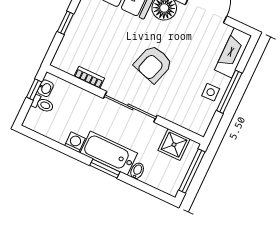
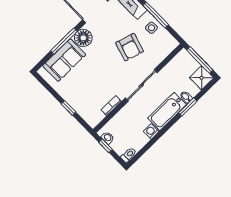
armchair: (153, 64) -> (130, 47), moved
toilet: (43, 104) -> (129, 155), moved
shower: (174, 145) -> (202, 78), moved
window: (105, 169) -> (188, 107), moved

